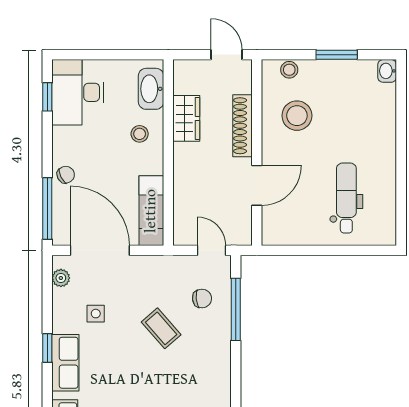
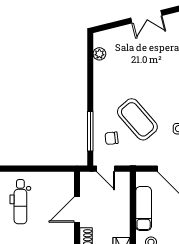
exam couch: (151, 211) -> (144, 208), moved
coffee table: (161, 328) -> (137, 119), width x1.86, depth x1.72

